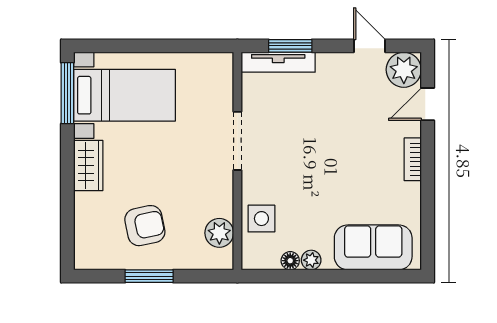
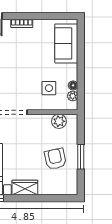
side table: (261, 219) -> (49, 88), moved
plant: (311, 260) -> (73, 96), moved

